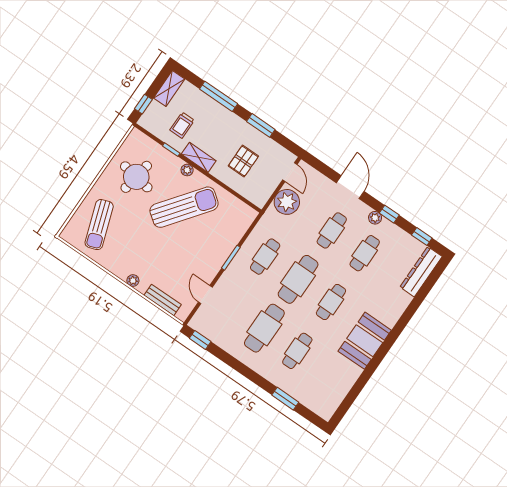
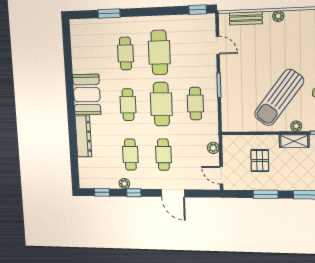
plant: (287, 202) -> (213, 148), width x0.53, depth x0.53
plant: (375, 218) -> (124, 184), moved
dresser: (421, 272) -> (83, 136), moved

